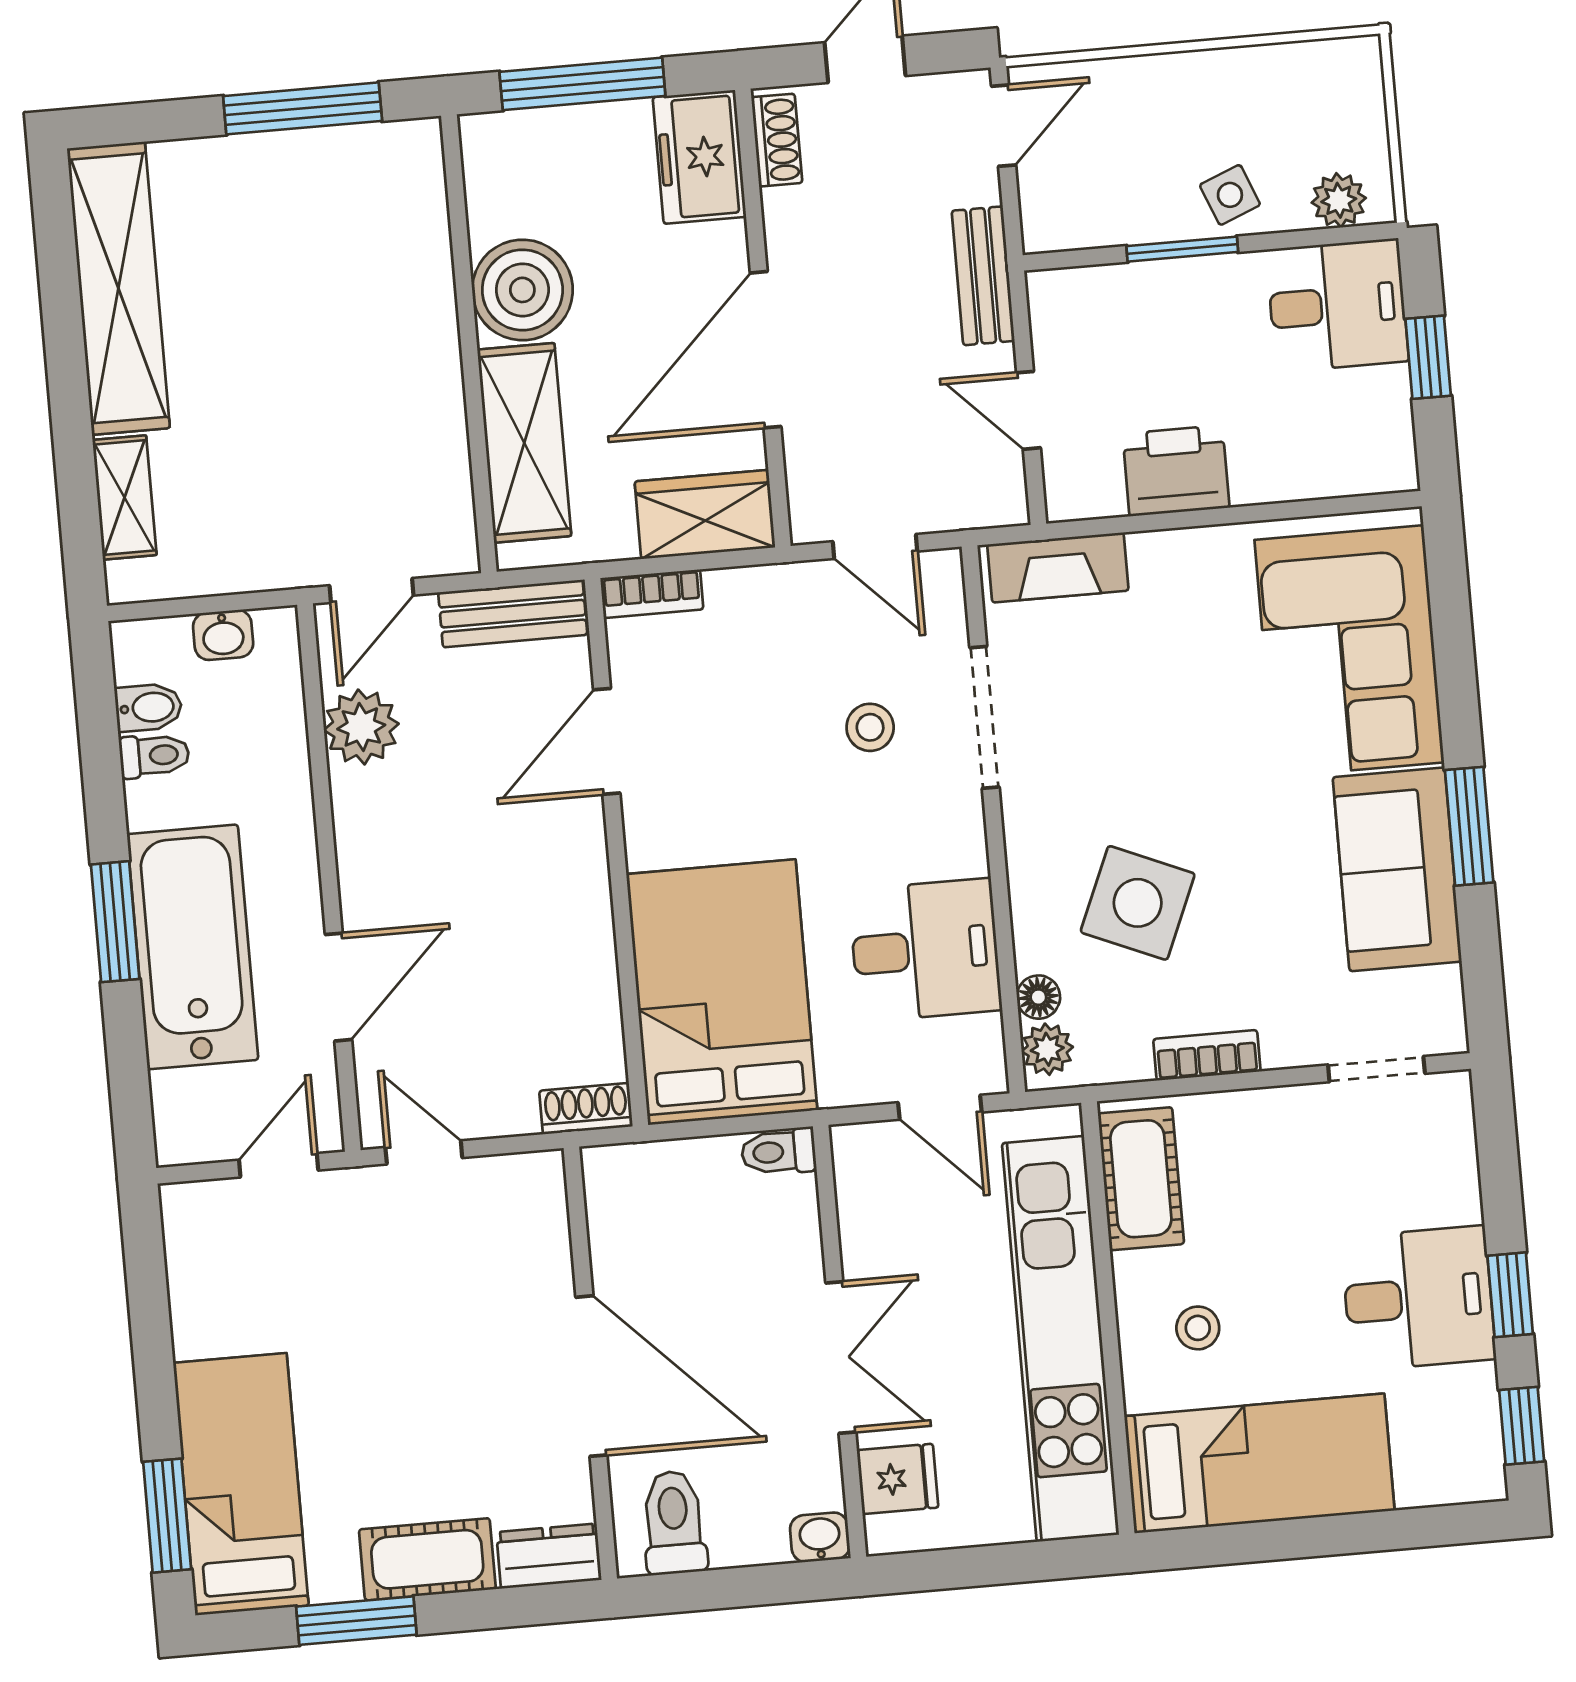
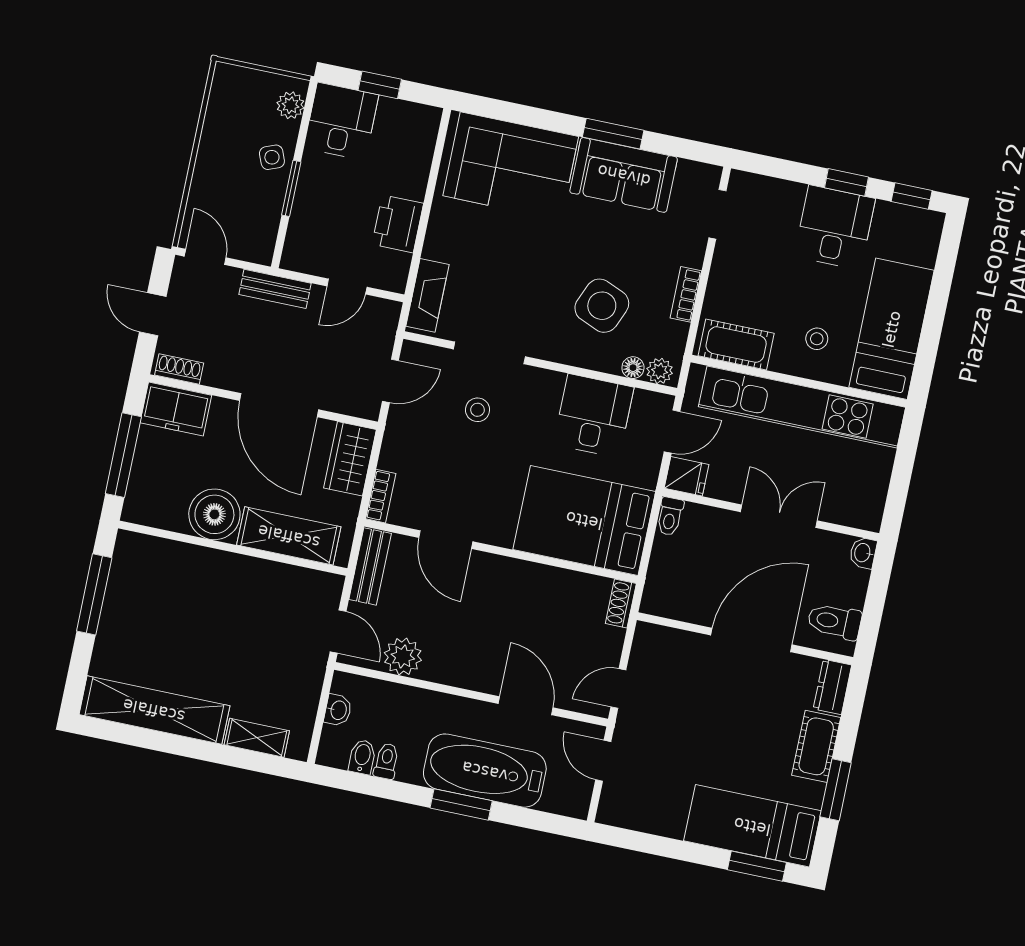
fridge: (898, 1479) -> (686, 476), moved, turned 90

